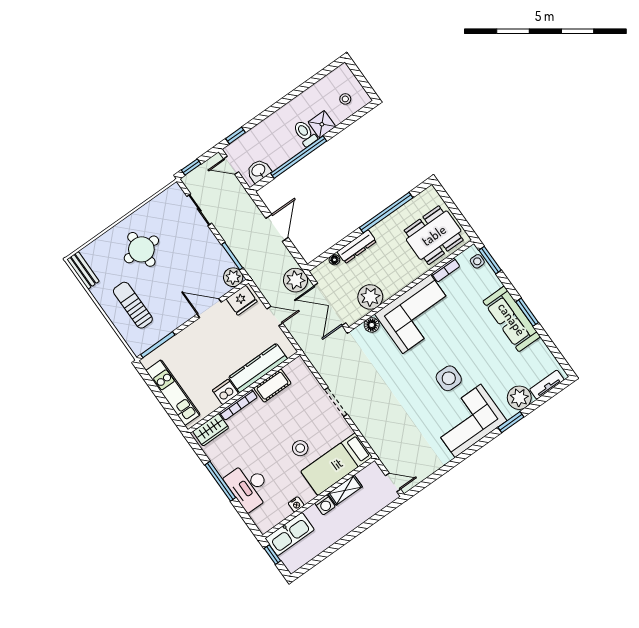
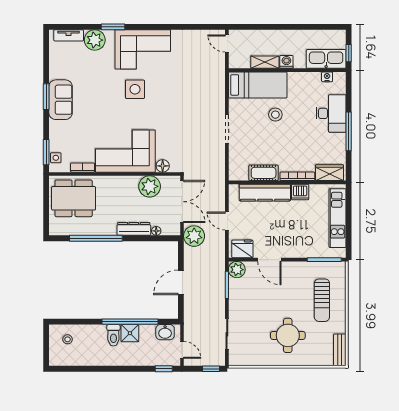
shower: (322, 124) -> (130, 333), moved
sofa: (512, 319) -> (61, 100), width x0.73
nightstand: (296, 504) -> (327, 77), moved

